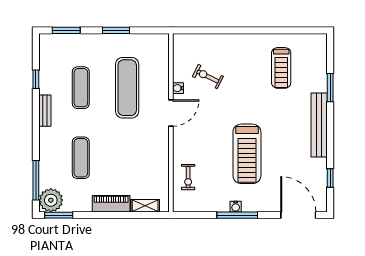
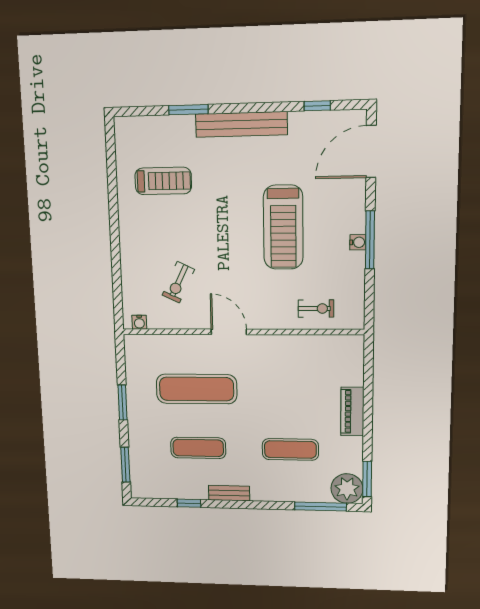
water cooler: (178, 88) -> (139, 322), moved
treadmill: (247, 154) -> (283, 227), turned 90
shelving: (145, 206) -> (355, 367), removed

